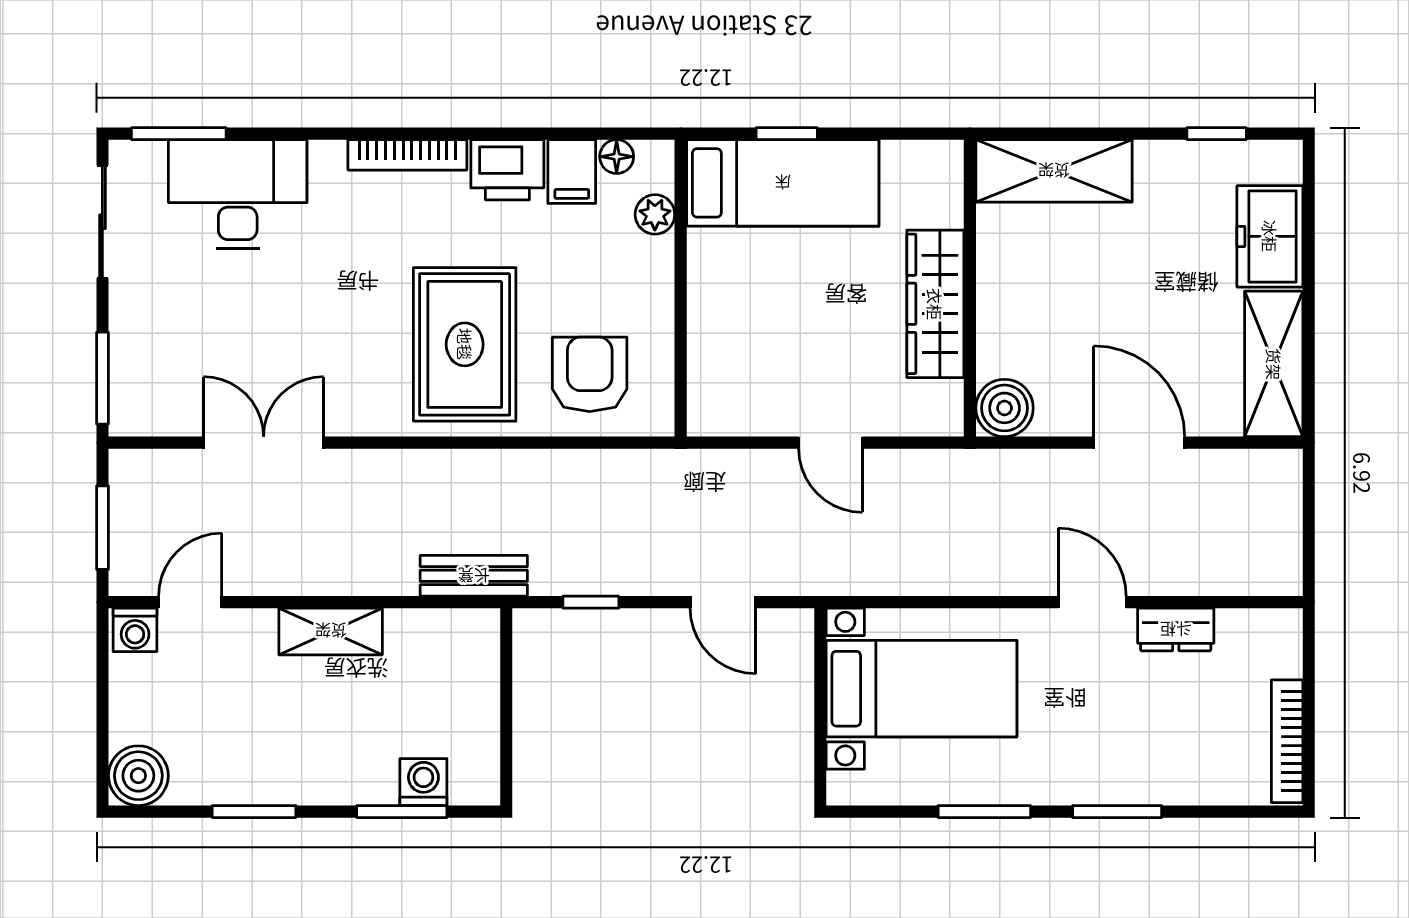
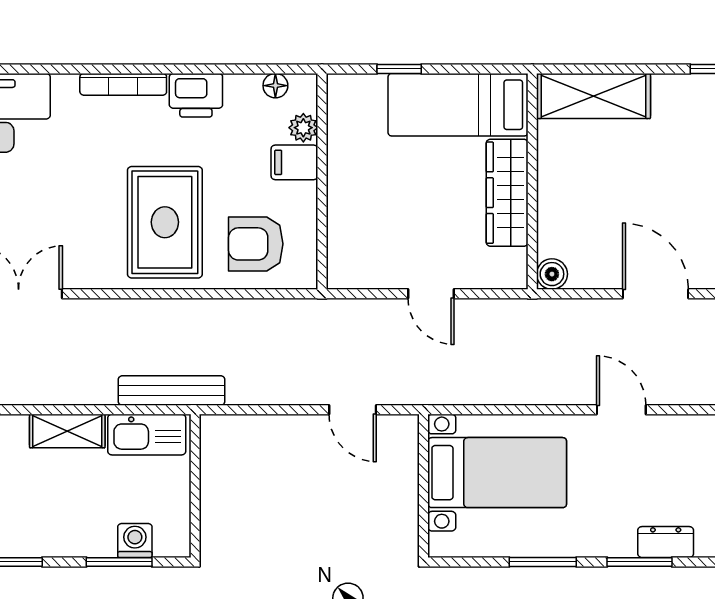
filing cabinet: (572, 172) -> (294, 162), moved, turned 90
bed: (783, 183) -> (458, 105), moved, turned 180
armchair: (590, 374) -> (256, 244), turned -90
boiler: (1005, 408) -> (552, 274), width x0.73, depth x0.73
bench: (474, 576) -> (172, 390), width x1.36
window: (591, 602) -> (257, 410), removed
dresser: (1176, 630) -> (666, 542), moved, turned 180
kitchen sink: (440, 636) -> (147, 435), added

